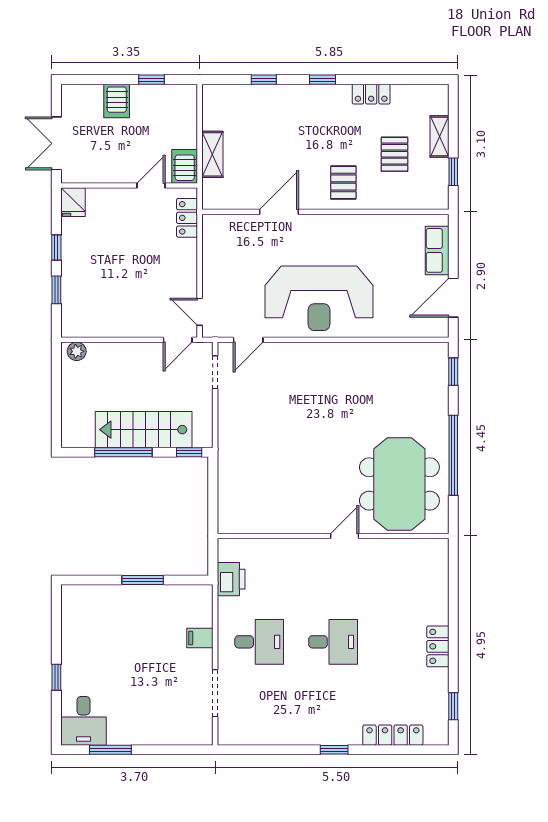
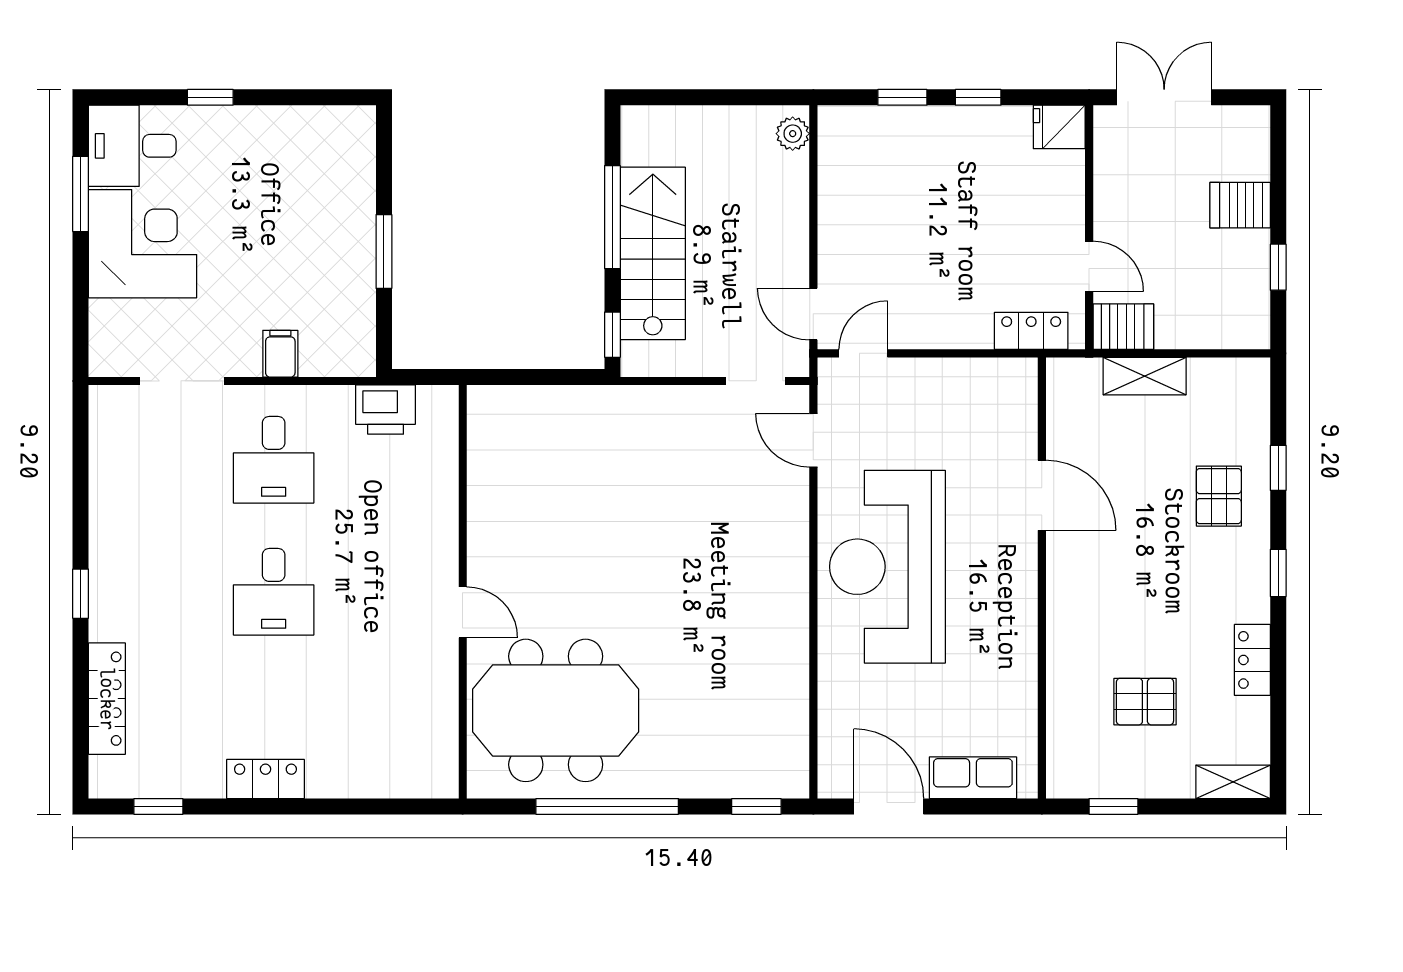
shelving: (439, 137) -> (1233, 782), moved
pallet: (343, 183) -> (1219, 496), moved, turned 90
corner desk: (138, 715) -> (143, 244), added

